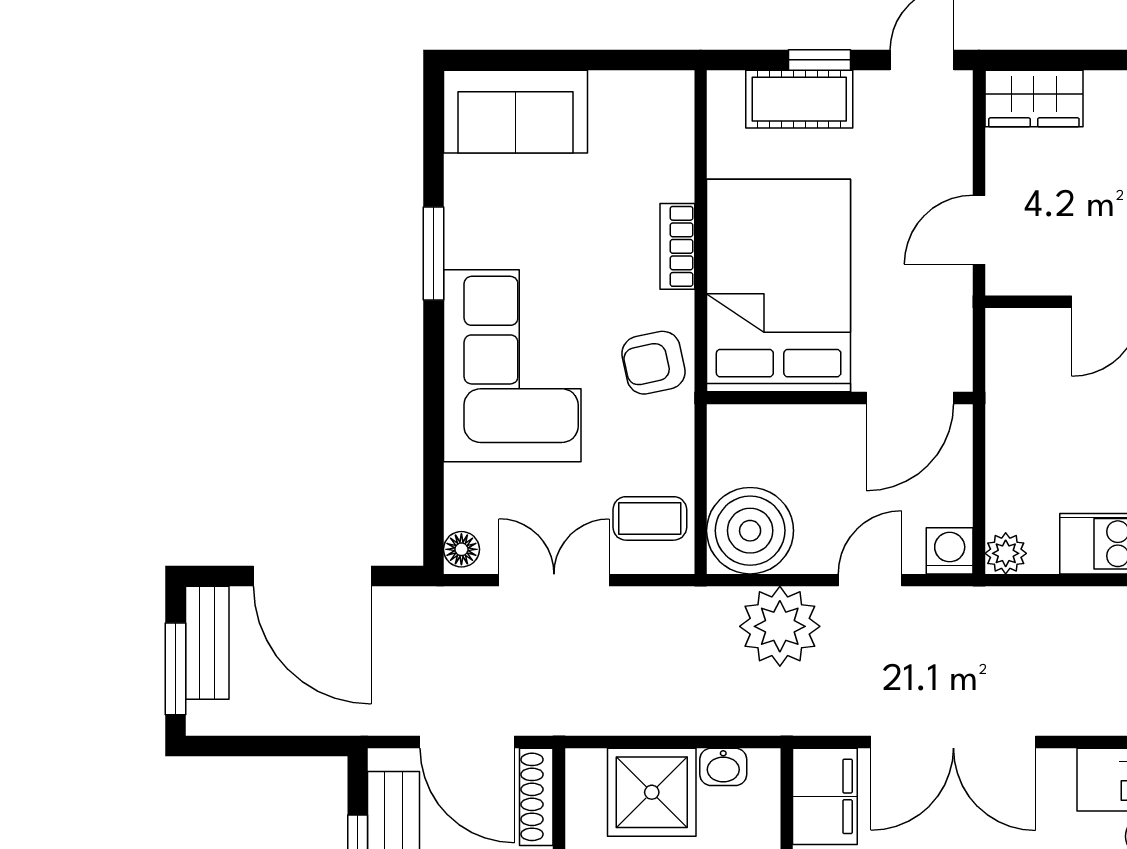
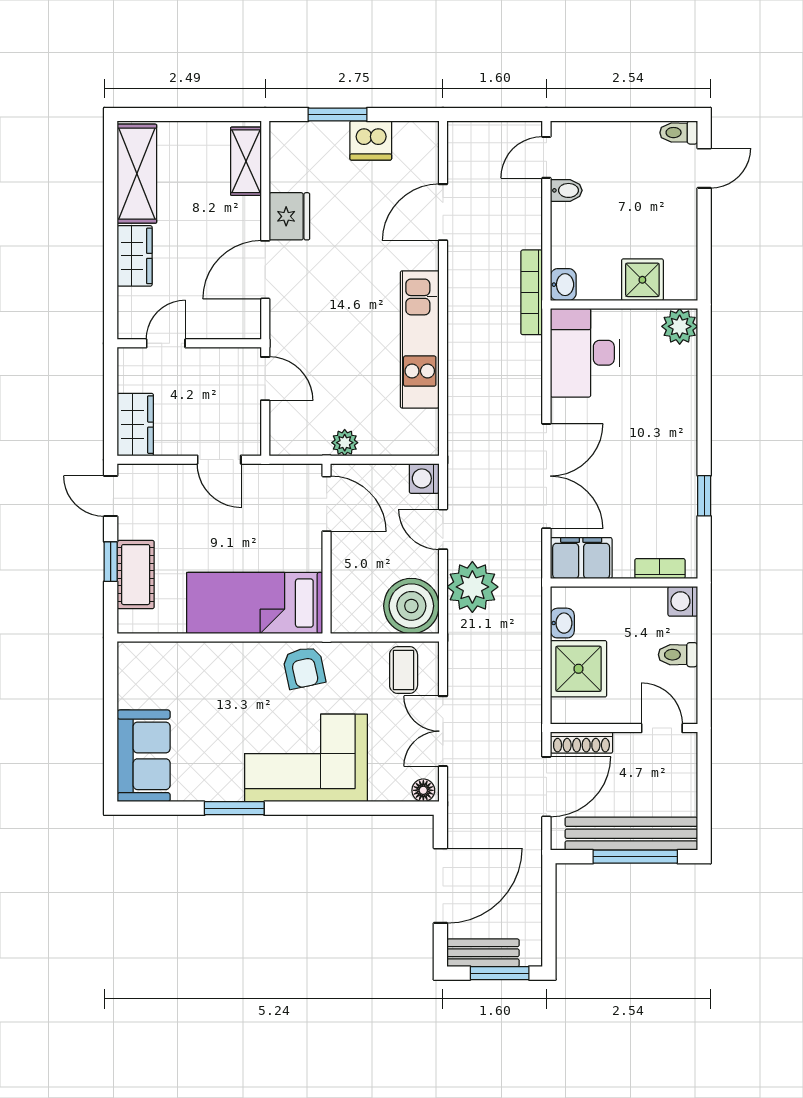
bookcase: (677, 246) -> (230, 652), removed
bed: (779, 285) -> (255, 603), width x0.67
plant: (1006, 553) -> (345, 443), moved

